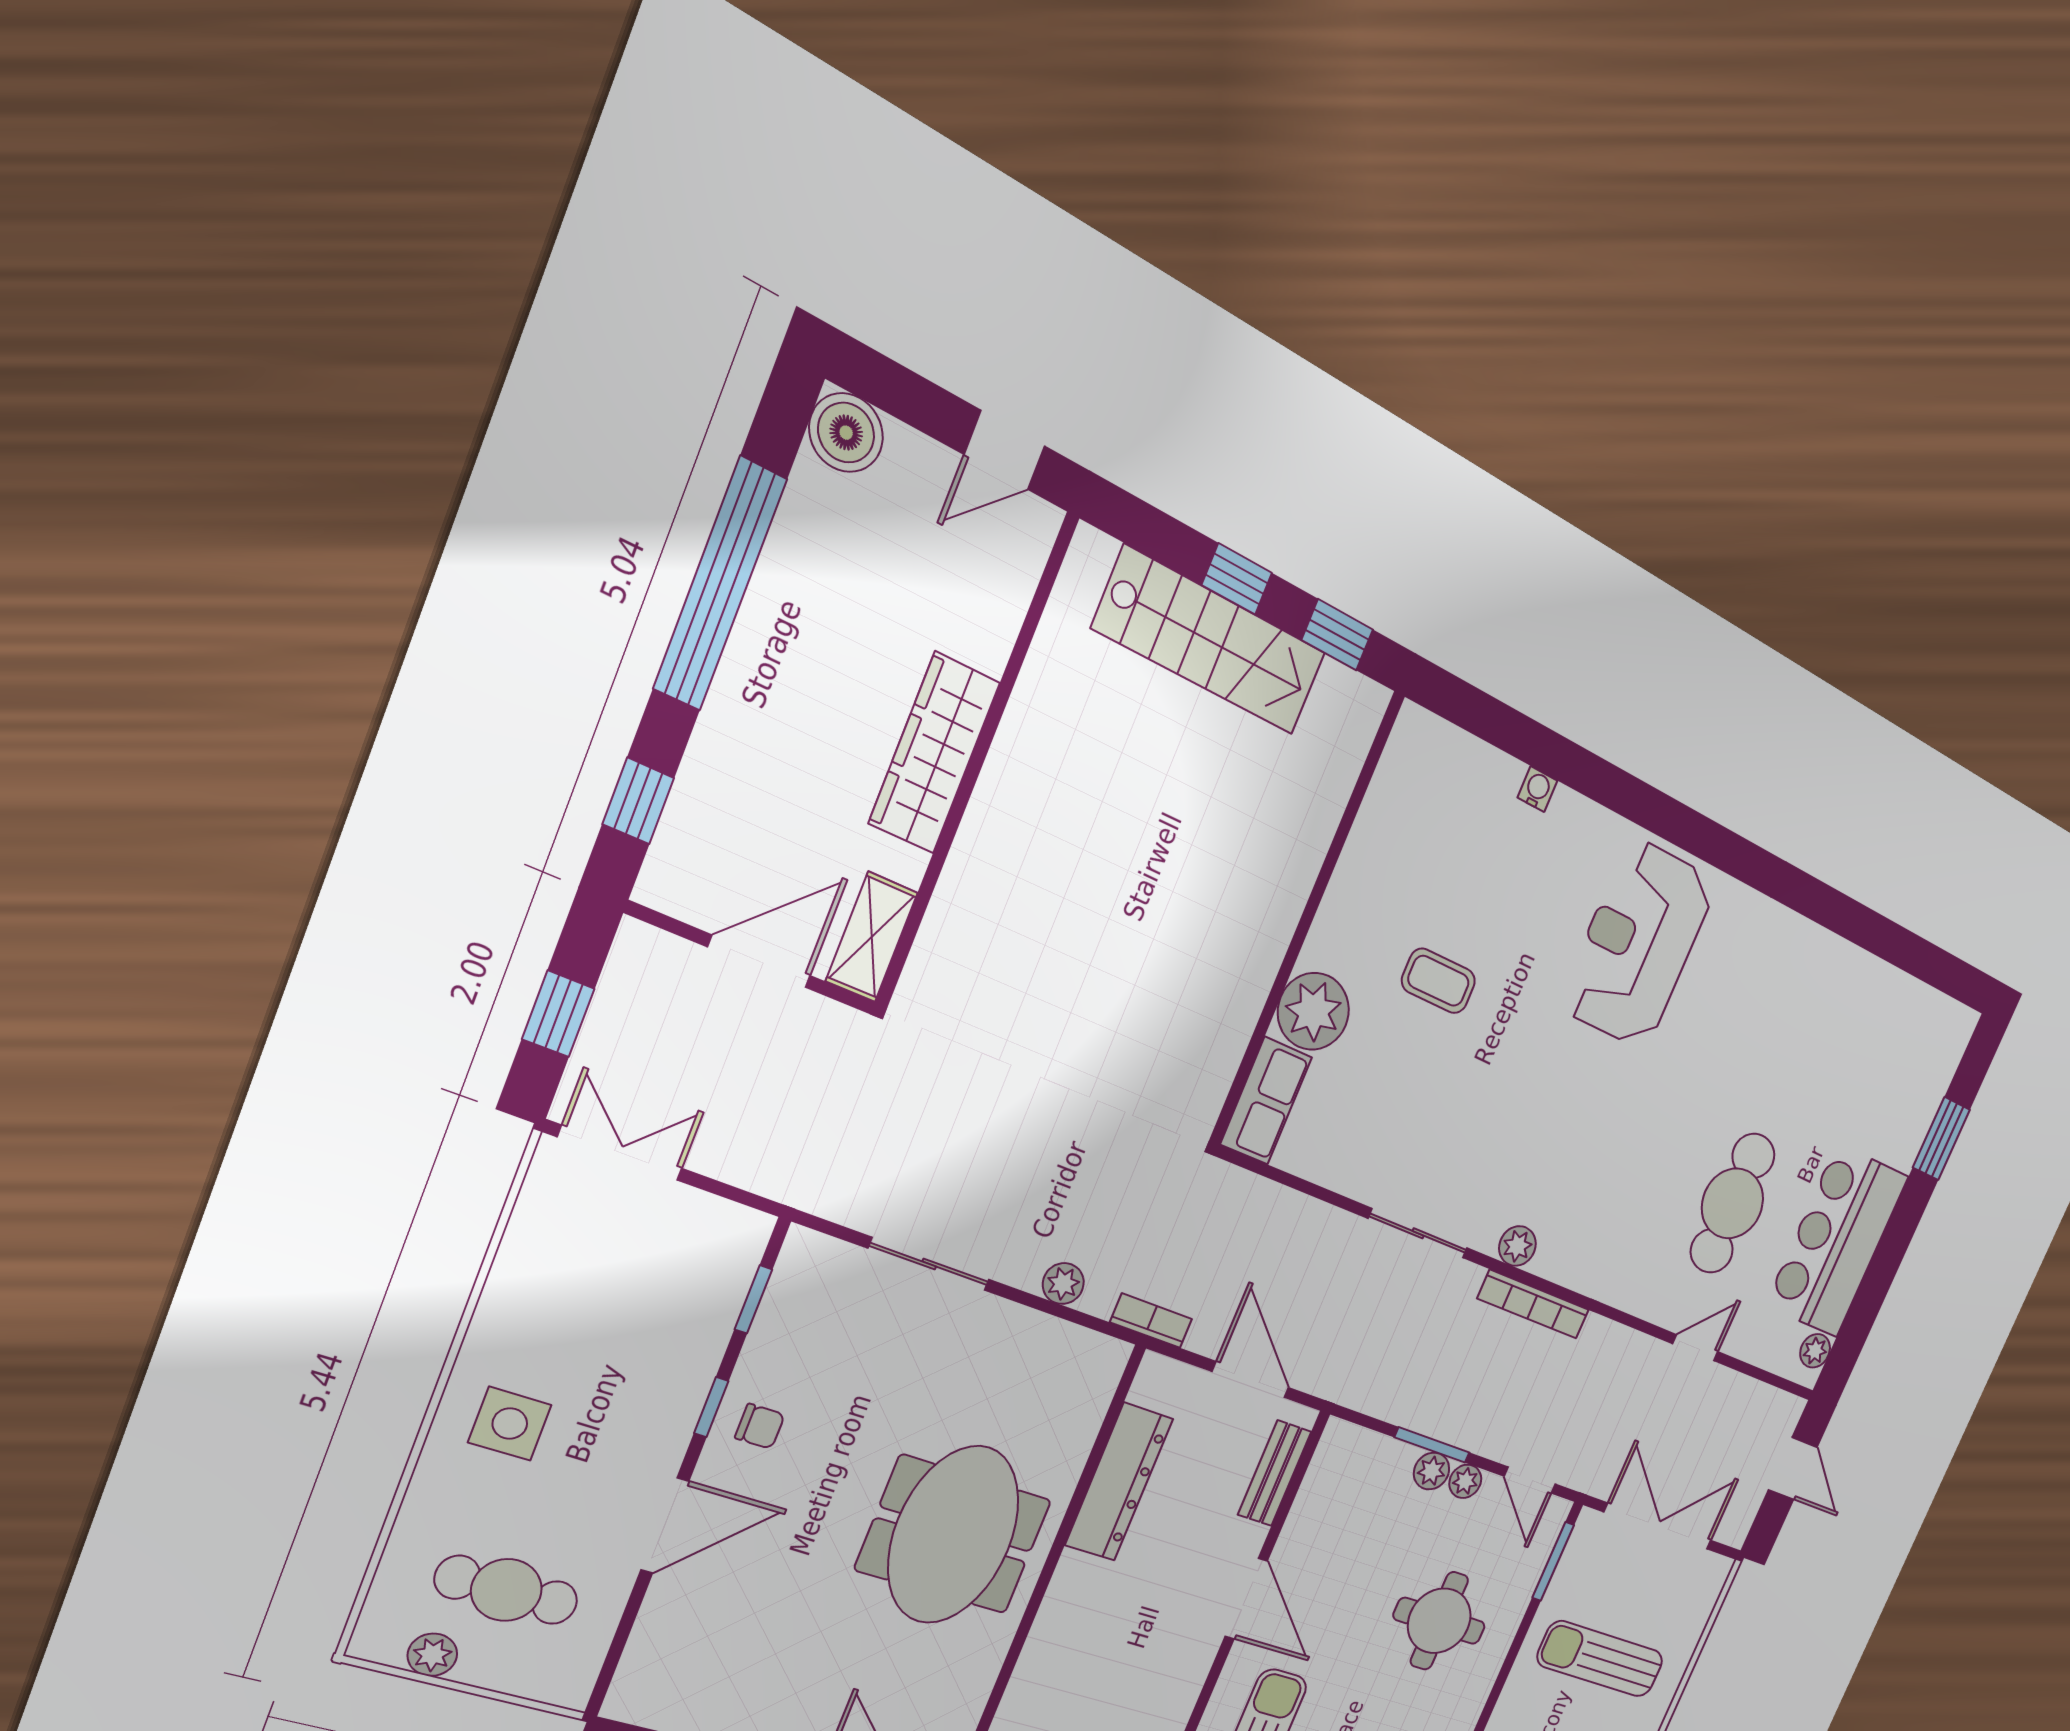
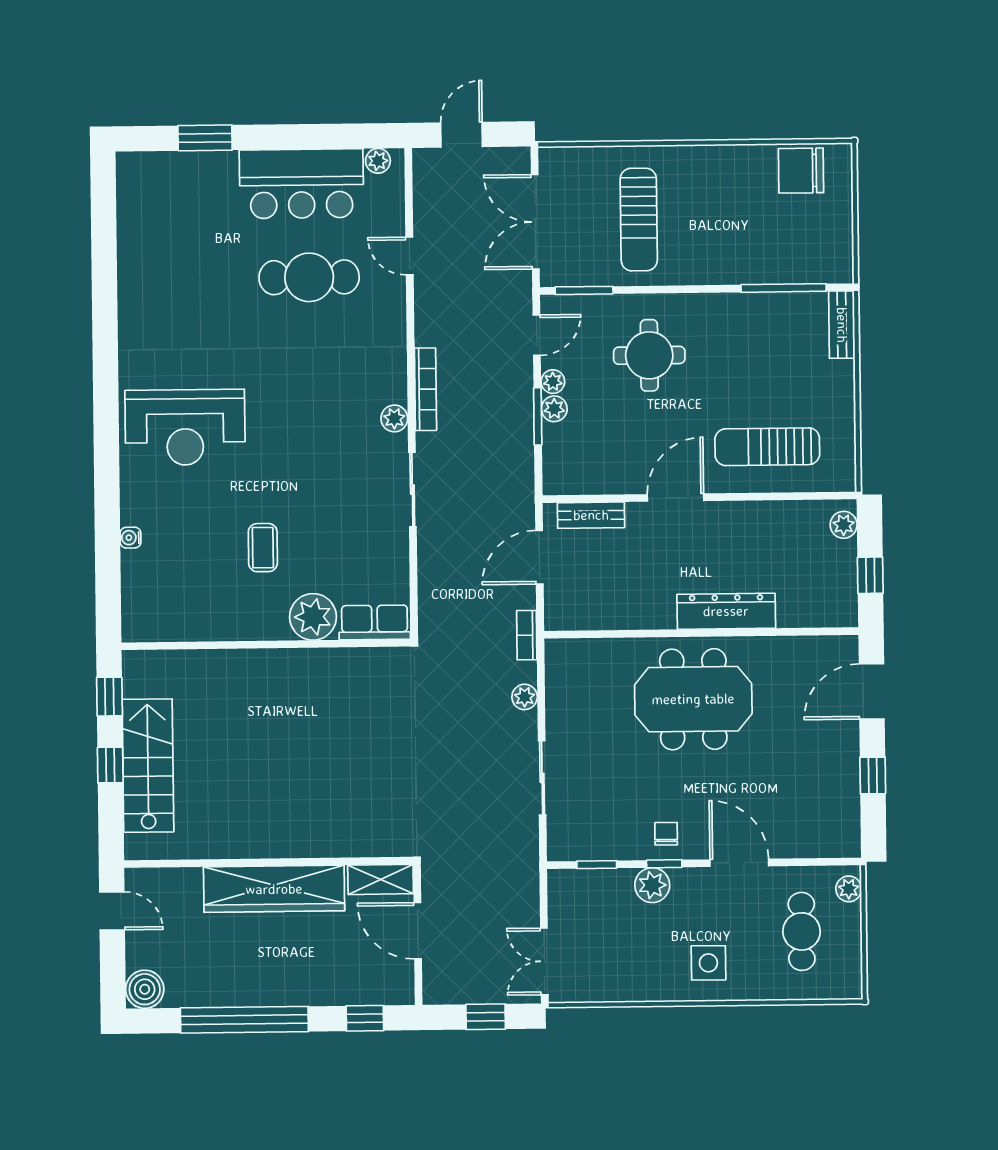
wardrobe: (934, 753) -> (274, 889), width x1.40, depth x1.17
plant: (683, 1376) -> (652, 885), added
dresser: (1119, 1482) -> (726, 611), moved
plant: (432, 1655) -> (849, 889), moved

